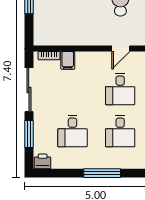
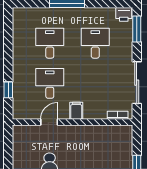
filing cabinet: (68, 60) -> (76, 111), moved
window: (29, 134) -> (137, 29), moved

